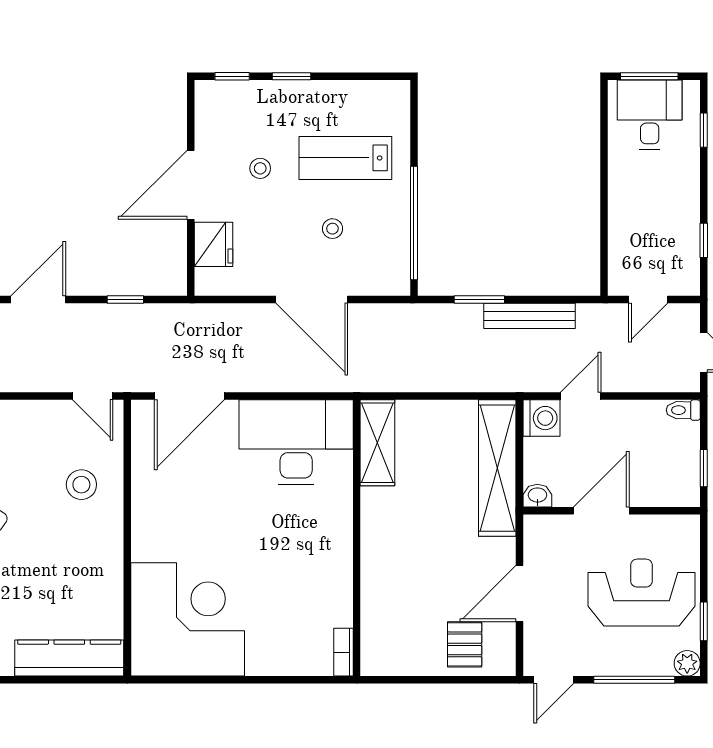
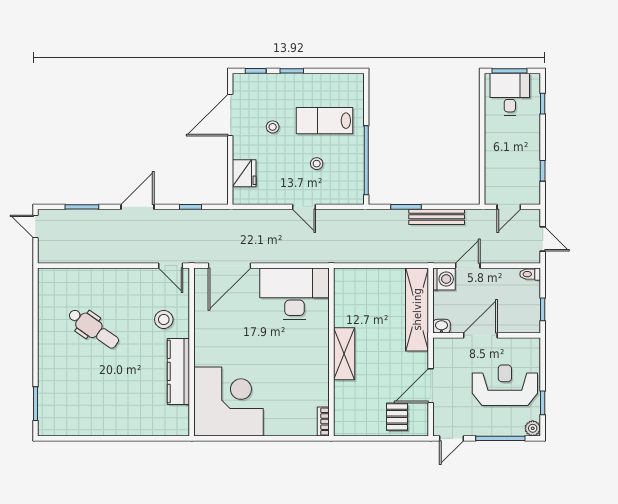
door: (191, 185) -> (230, 115), moved
door: (312, 300) -> (304, 207), width x0.53
shelving: (377, 443) -> (344, 354), moved
kitchen counter: (69, 658) -> (178, 371), moved, turned -90

